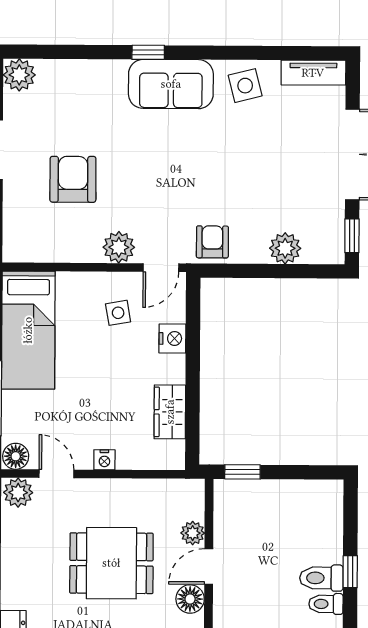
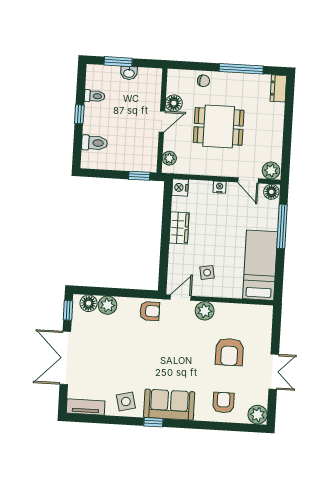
window: (148, 52) -> (153, 422), moved
armchair: (79, 92) -> (223, 403), added
armchair: (212, 242) -> (150, 311), turned -90
floor lamp: (318, 250) -> (89, 303), added
nightstand: (172, 339) -> (180, 187), moved
wardrobe: (170, 412) -> (179, 228), moved
plant: (193, 533) -> (169, 158), moved
toilet: (321, 578) -> (95, 143), moved

